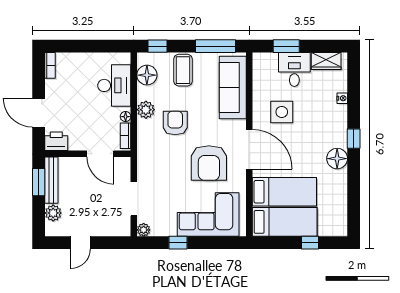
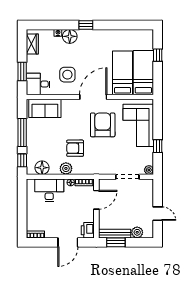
window: (215, 46) -> (22, 133), moved
desk: (294, 69) -> (38, 84), moved
coffee table: (183, 70) -> (39, 143), removed
sofa: (233, 87) -> (45, 108), width x0.73
floor lamp: (337, 159) -> (70, 36), moved
armchair: (209, 163) -> (103, 125), turned -90

